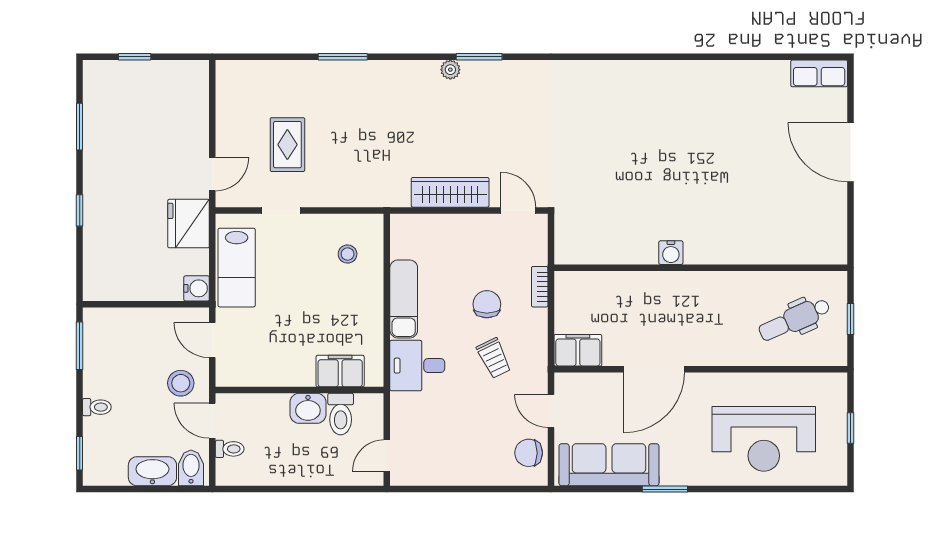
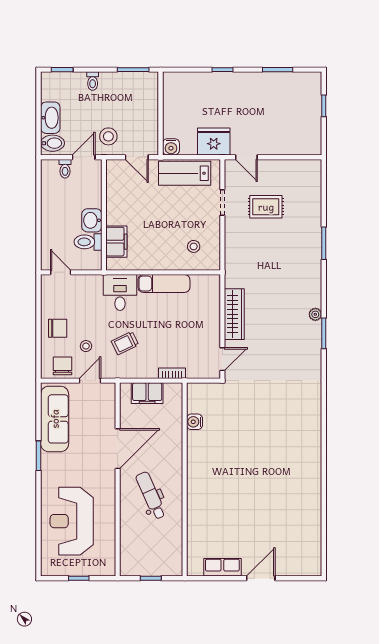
row of seats: (819, 73) -> (222, 567), moved, turned 90
door: (850, 152) -> (261, 578), width x0.73
water cooler: (671, 253) -> (195, 422), moved
chair: (487, 304) -> (58, 328), moved
dental chair: (794, 319) -> (151, 495), moved
door: (212, 340) -> (137, 157), swing flipped
filing cabinet: (578, 350) -> (147, 393), moved, turned 90
door: (654, 369) -> (118, 449), swing flipped
stool: (498, 417) -> (86, 346), added

